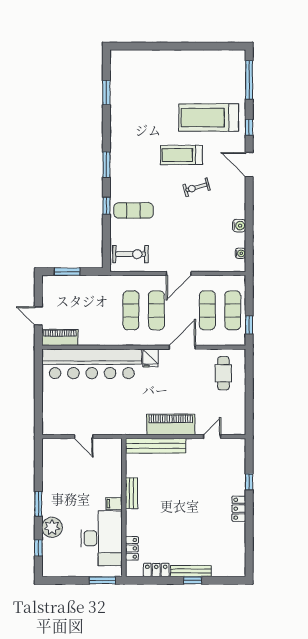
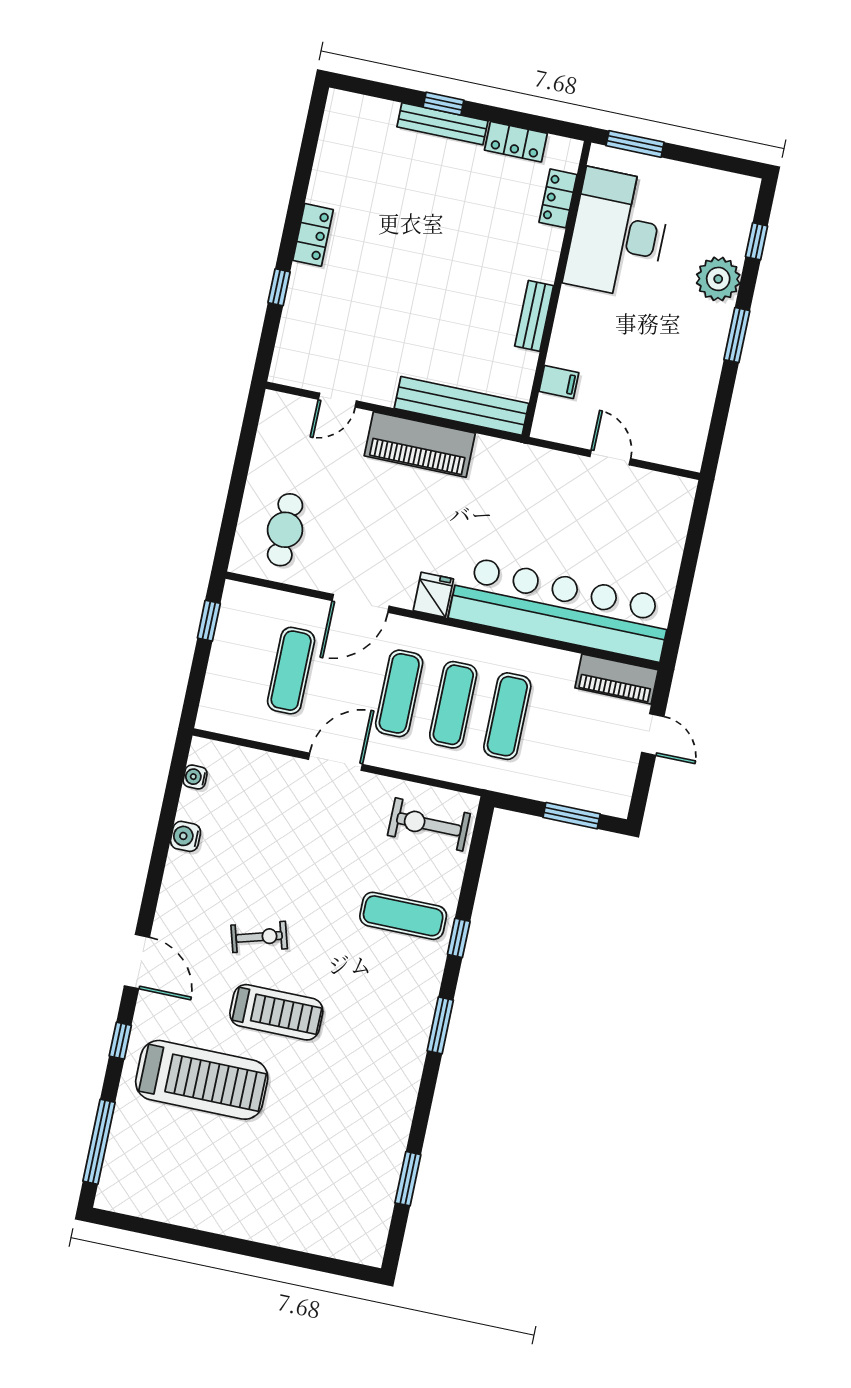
exercise mat: (233, 310) -> (507, 716), moved
filing cabinet: (114, 504) -> (559, 382), moved

